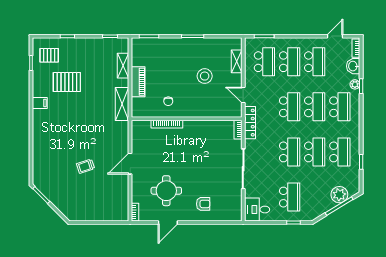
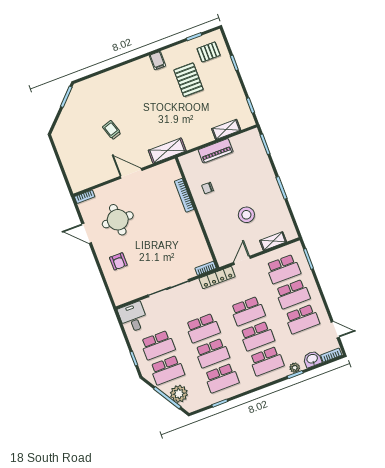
pallet: (49, 55) -> (209, 52), turned 90
shelving: (122, 104) -> (167, 151), moved
school desk: (315, 197) -> (167, 370), added

